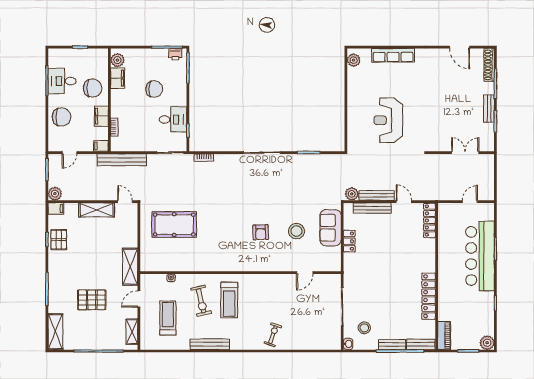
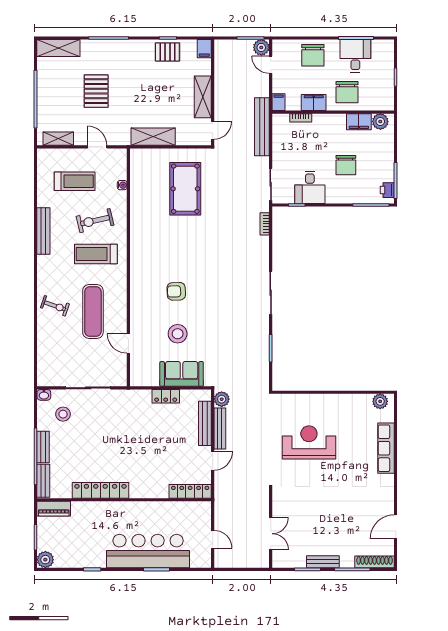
plant: (55, 194) -> (261, 47), moved
shelving: (130, 267) -> (153, 137), moved
exercise mat: (278, 303) -> (93, 312), added

